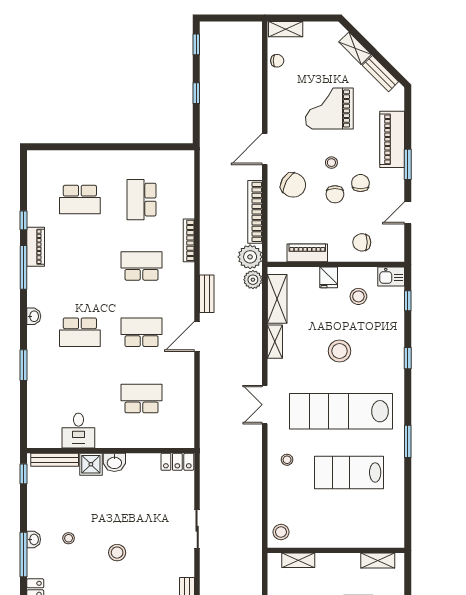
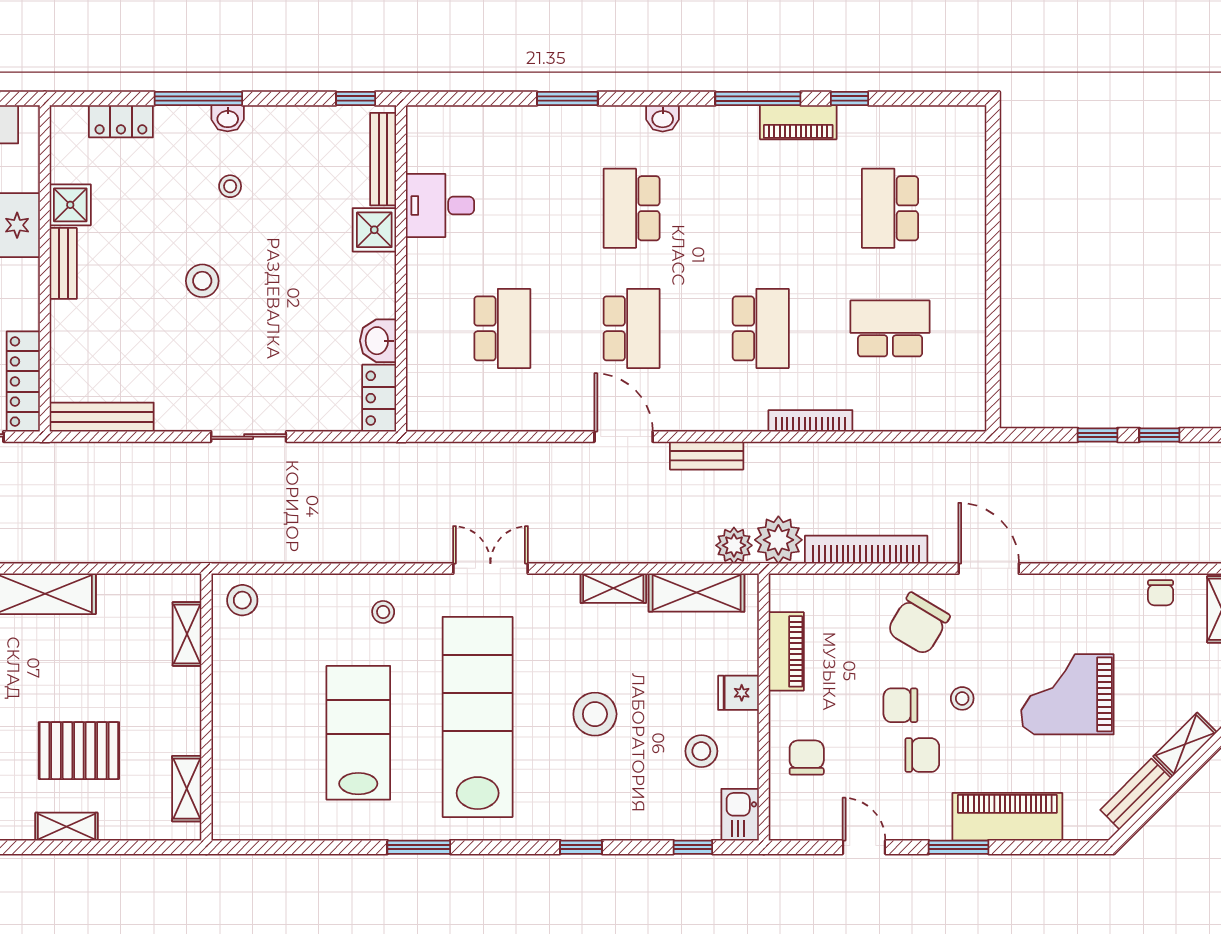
window: (196, 44) -> (1159, 435), moved
grand piano: (329, 109) -> (1067, 694), turned -90
washbasin: (114, 462) -> (378, 341), moved

